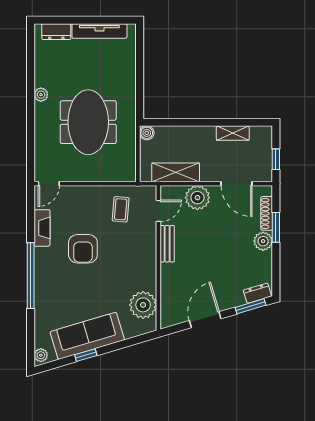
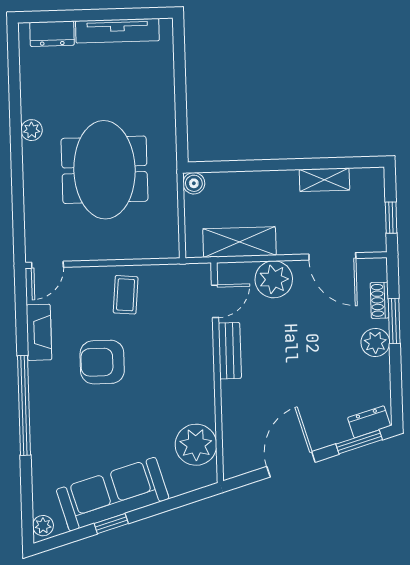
coffee table: (121, 209) -> (126, 295), moved
shoe rack: (267, 213) -> (380, 300), width x0.70
armchair: (83, 249) -> (102, 362), turned 90

